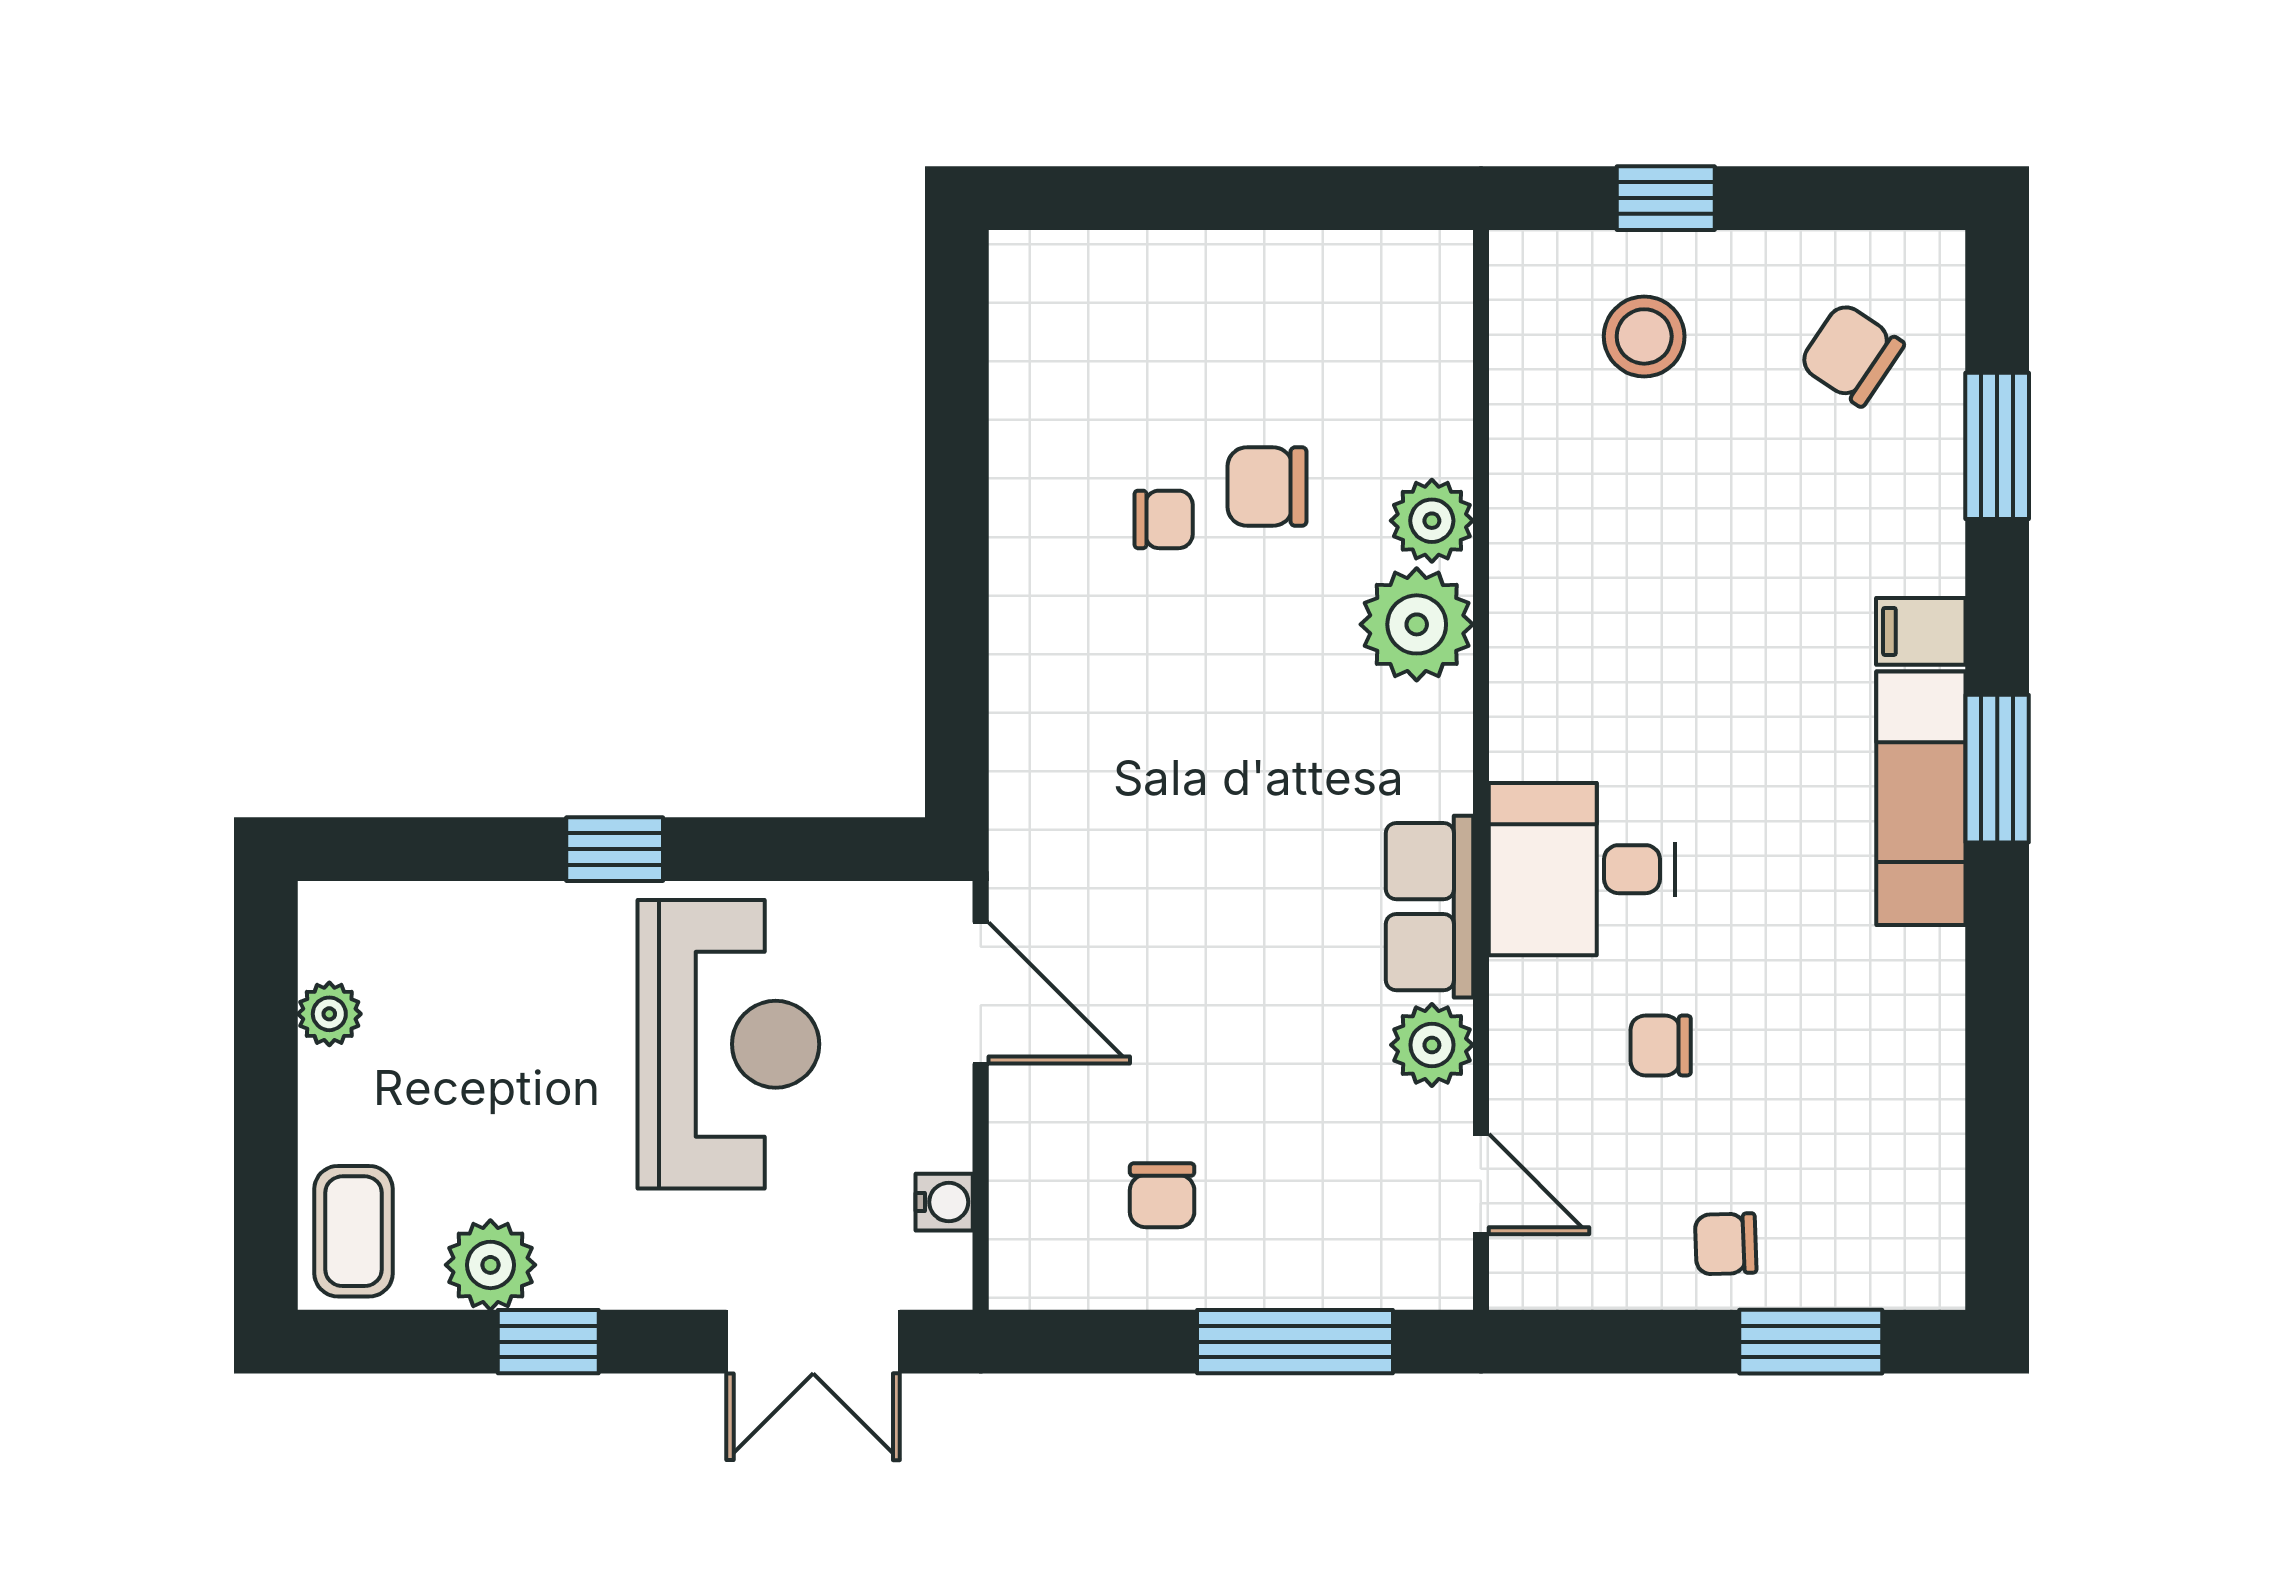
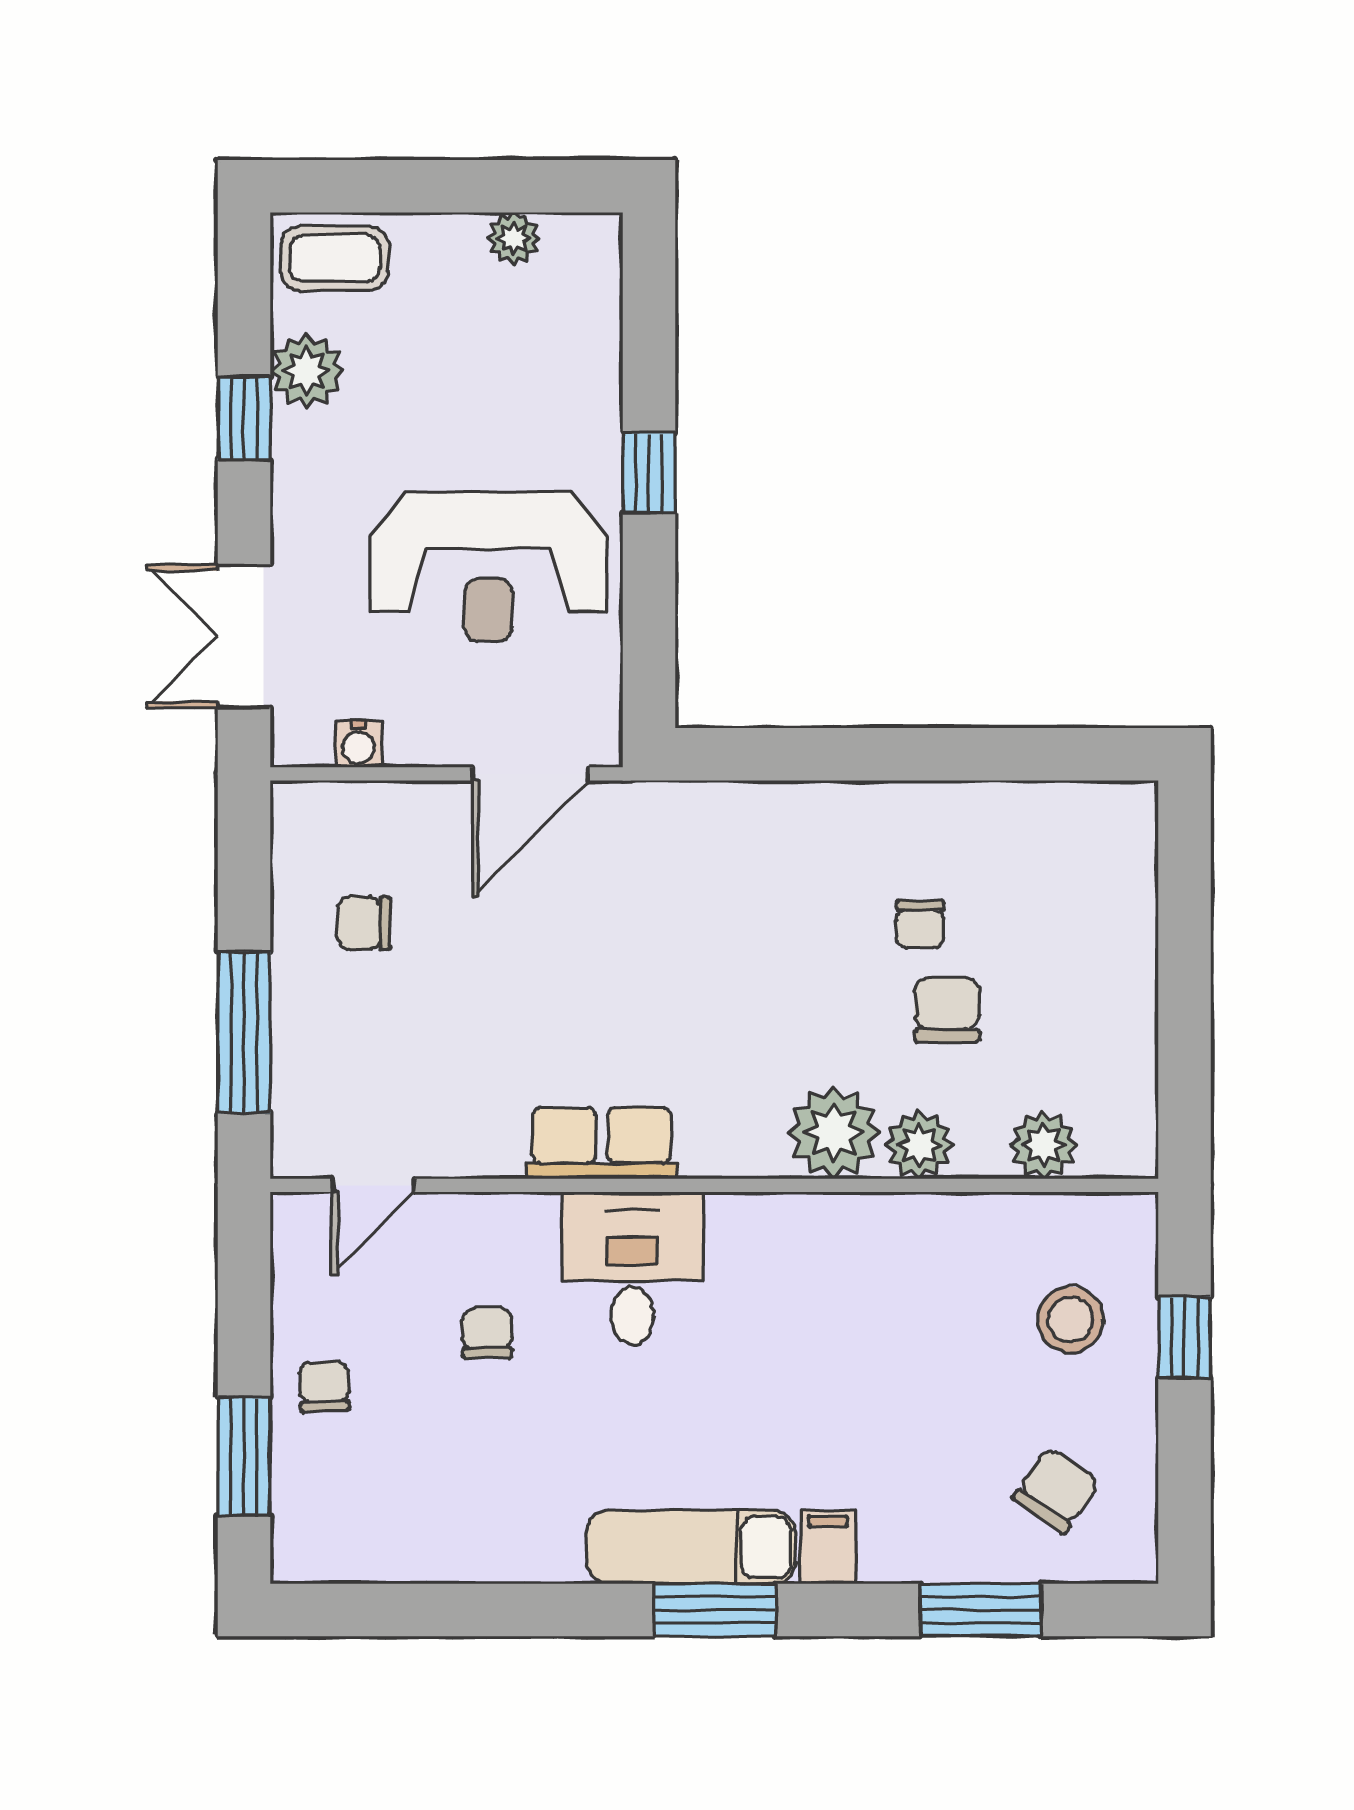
plant: (1432, 1045) -> (1044, 1145), moved

